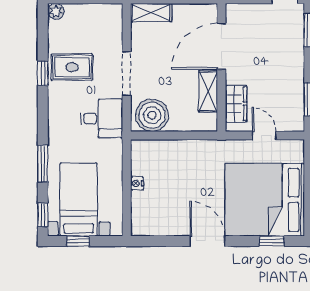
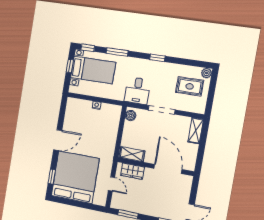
rug: (72, 67) -> (190, 86), moved, turned 90
window: (43, 73) -> (157, 58), moved
shelving: (208, 91) -> (132, 154), moved
boiler: (152, 115) -> (131, 115), width x0.54, depth x0.54
door: (264, 136) -> (111, 184), hinge flipped

